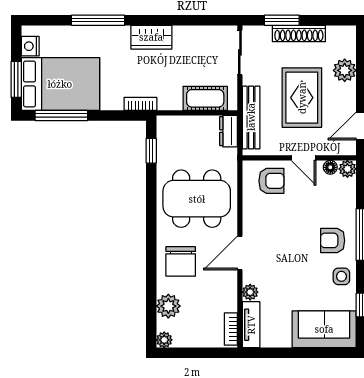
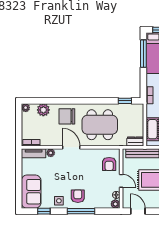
door: (303, 158) -> (121, 181), swing flipped
dining table: (197, 199) -> (100, 125), turned 90

